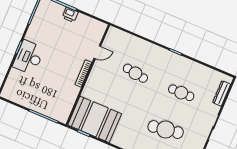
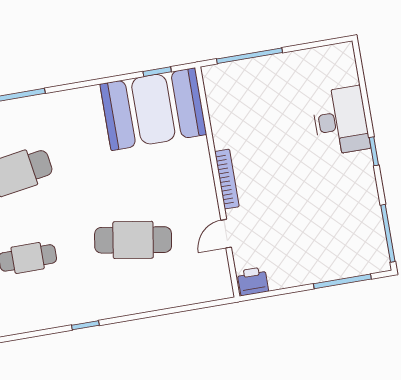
printer: (70, 15) -> (253, 281), moved
desk: (29, 57) -> (341, 121), moved
cafe table: (135, 73) -> (133, 240), width x1.37, depth x1.35

